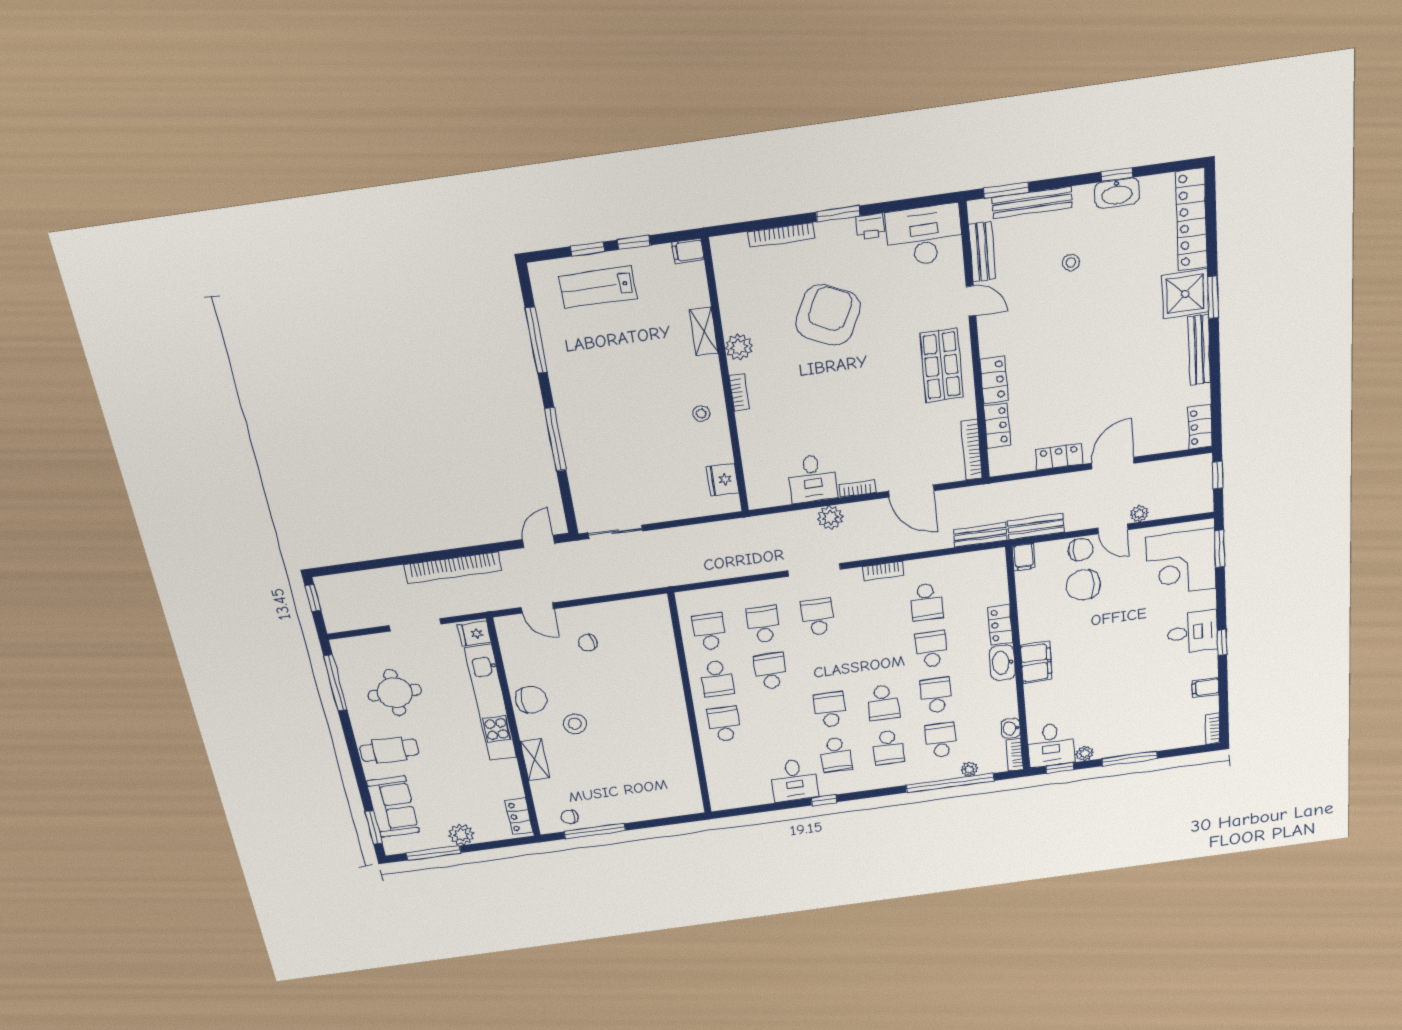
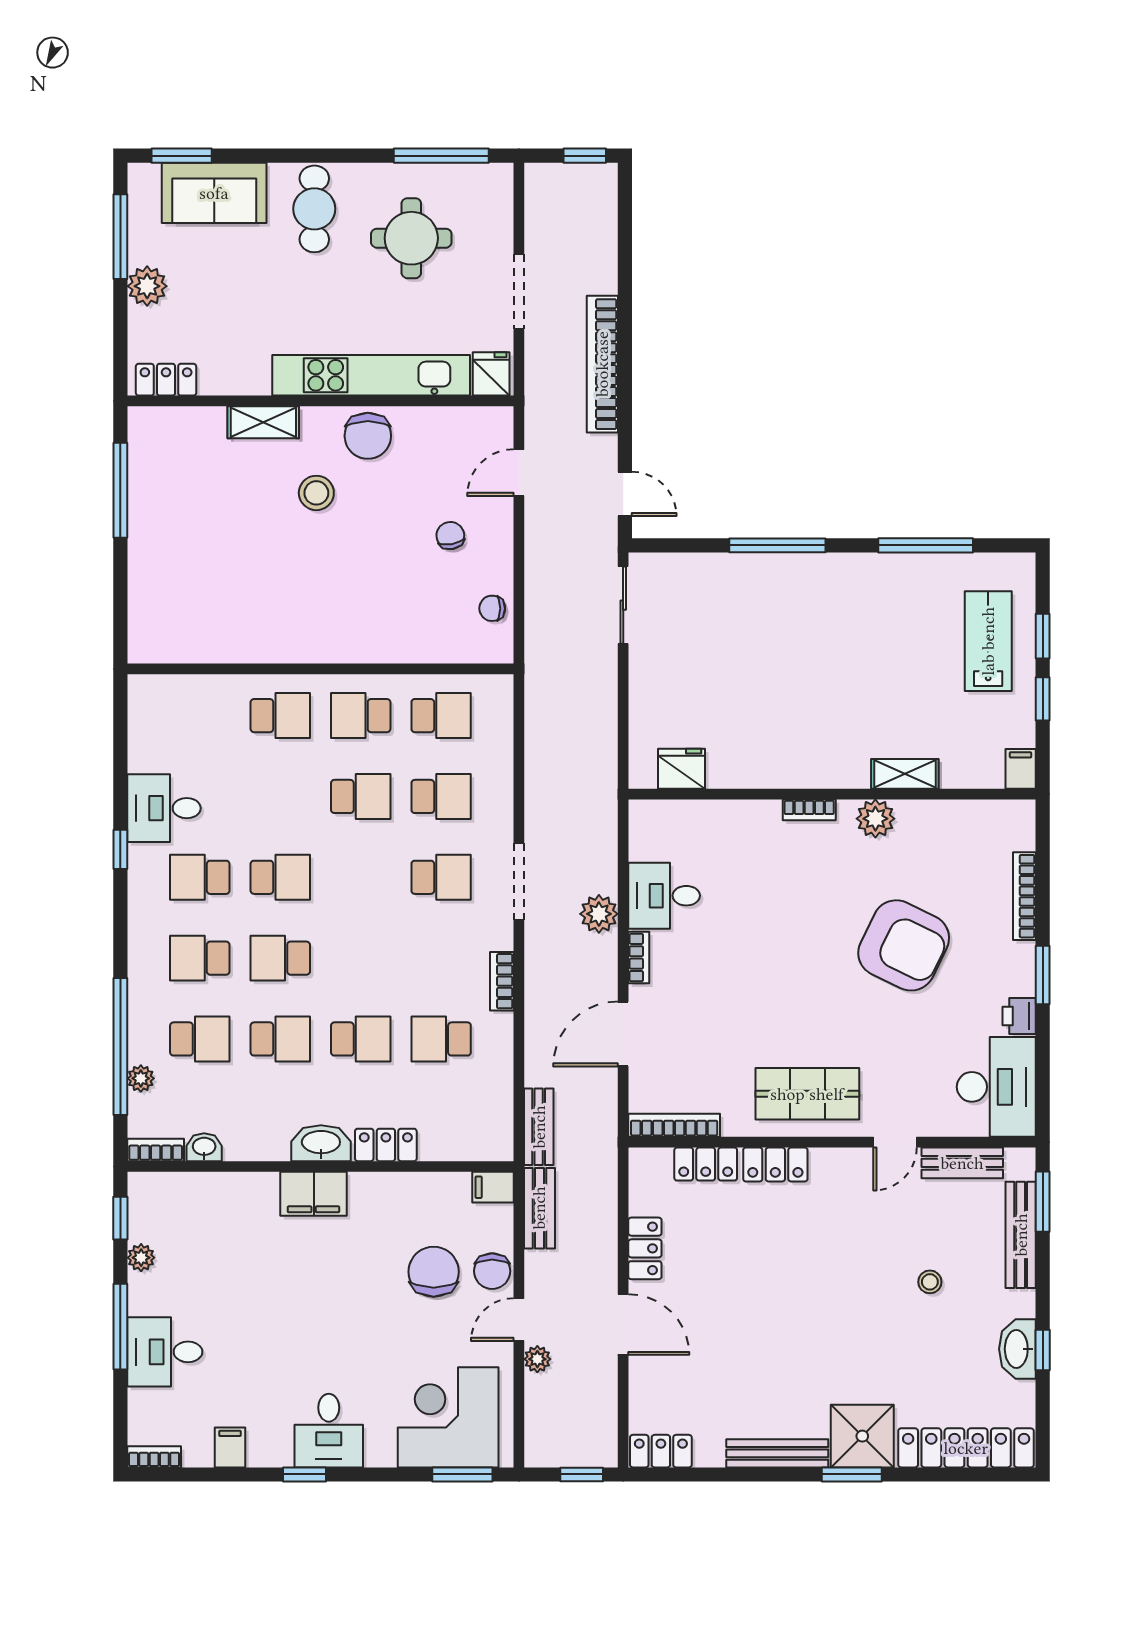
stool: (701, 414) -> (786, 753), removed
desk: (1051, 745) -> (165, 1352), moved
chair: (570, 817) -> (492, 608), moved, turned -90

